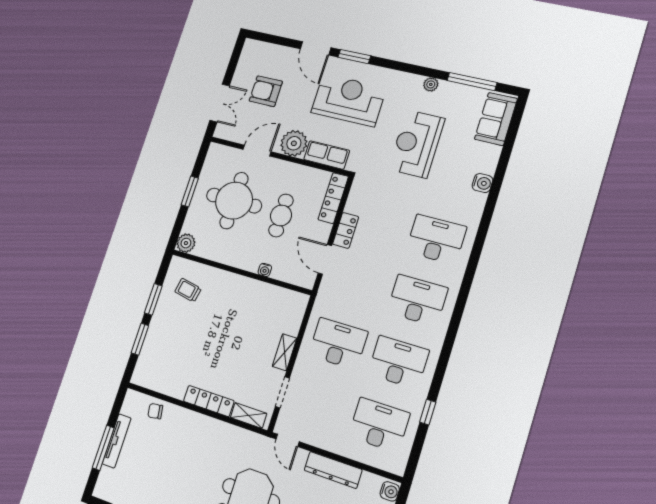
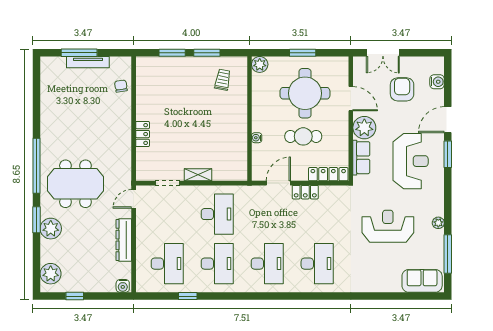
water cooler: (482, 183) -> (437, 82), moved, turned -90
locker: (209, 401) -> (143, 134), width x0.66
shelving: (249, 415) -> (142, 162), removed

